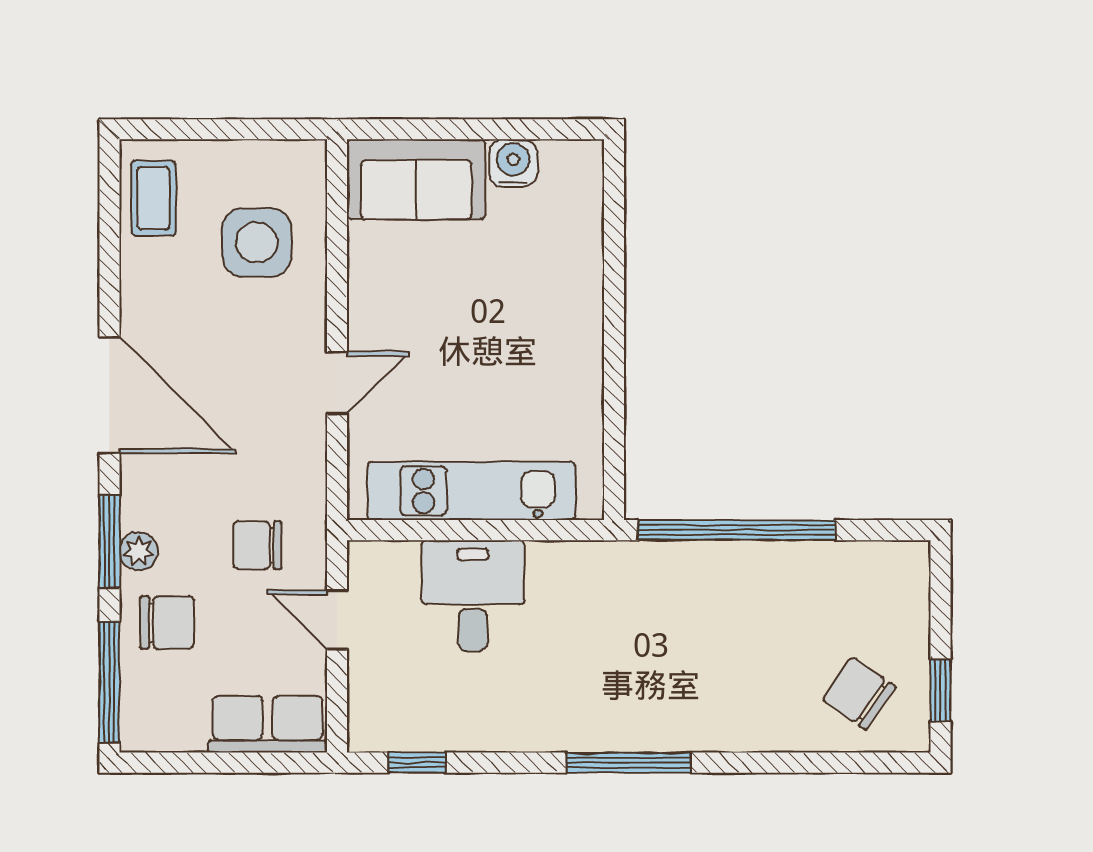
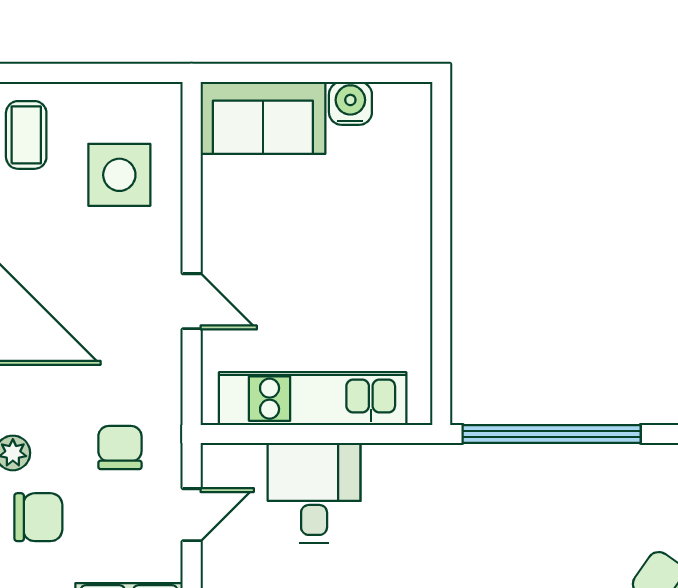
door: (337, 383) -> (192, 301), hinge flipped
chair: (257, 545) -> (120, 448), turned 90
door: (337, 620) -> (192, 515), swing flipped

